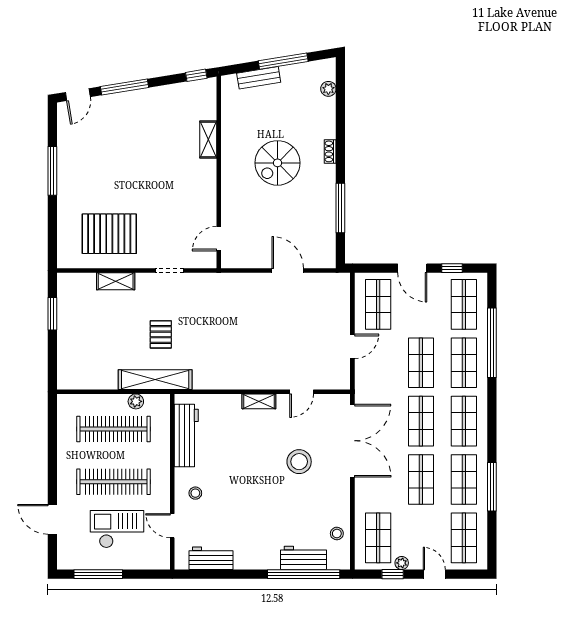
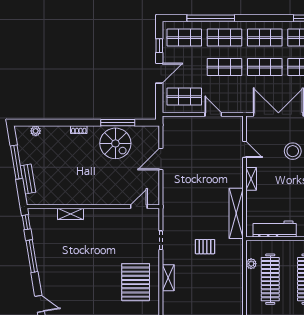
window: (125, 87) -> (32, 256), moved
spiral stairs: (278, 163) -> (115, 143), moved
door: (219, 239) -> (139, 207), swing flipped
shelving: (155, 380) -> (236, 213), moved

